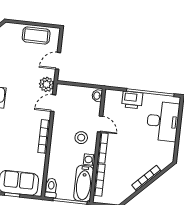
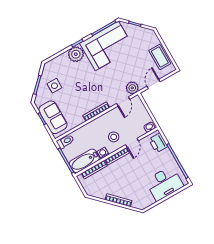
door: (58, 61) -> (154, 84), hinge flipped
printer: (132, 100) -> (158, 143), moved
door: (53, 103) -> (123, 101), swing flipped

